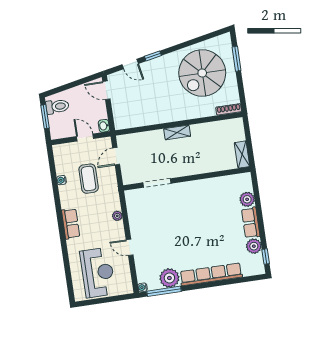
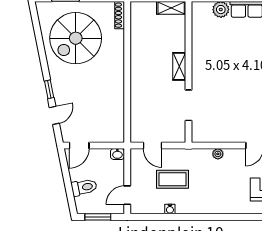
spiral stairs: (202, 73) -> (76, 38), turned 90
toilet: (57, 106) -> (84, 187), moved, turned 79
shelving: (177, 132) -> (179, 66), moved
door: (85, 138) -> (127, 195), moved
row of seats: (71, 224) -> (219, 206), removed

